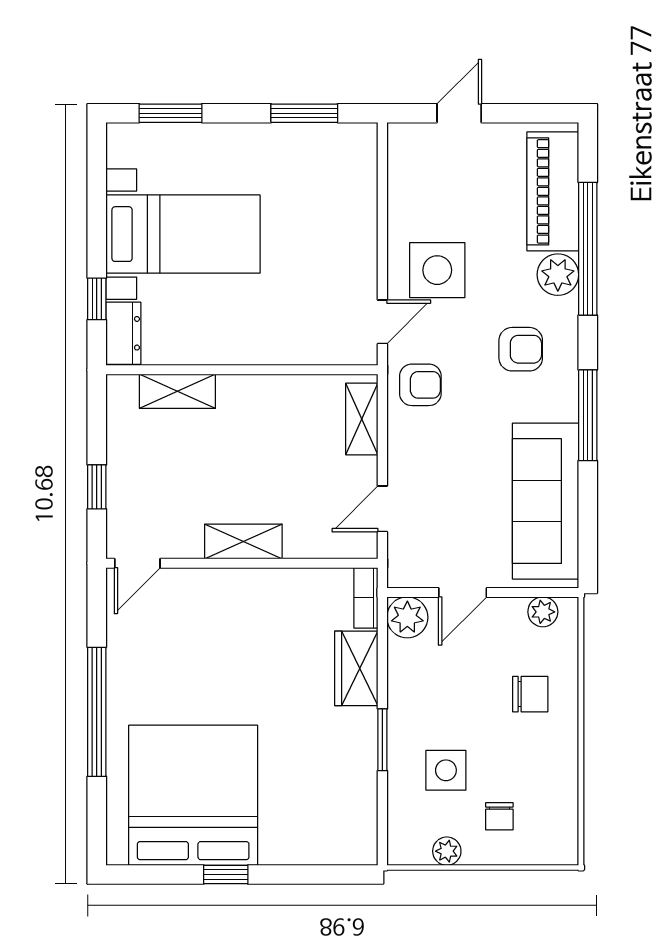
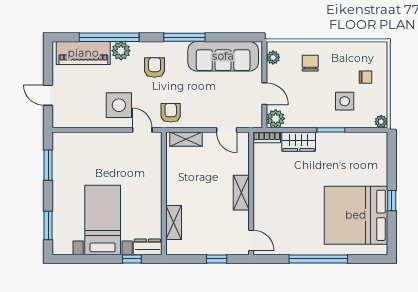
plant: (447, 851) -> (381, 122), moved

